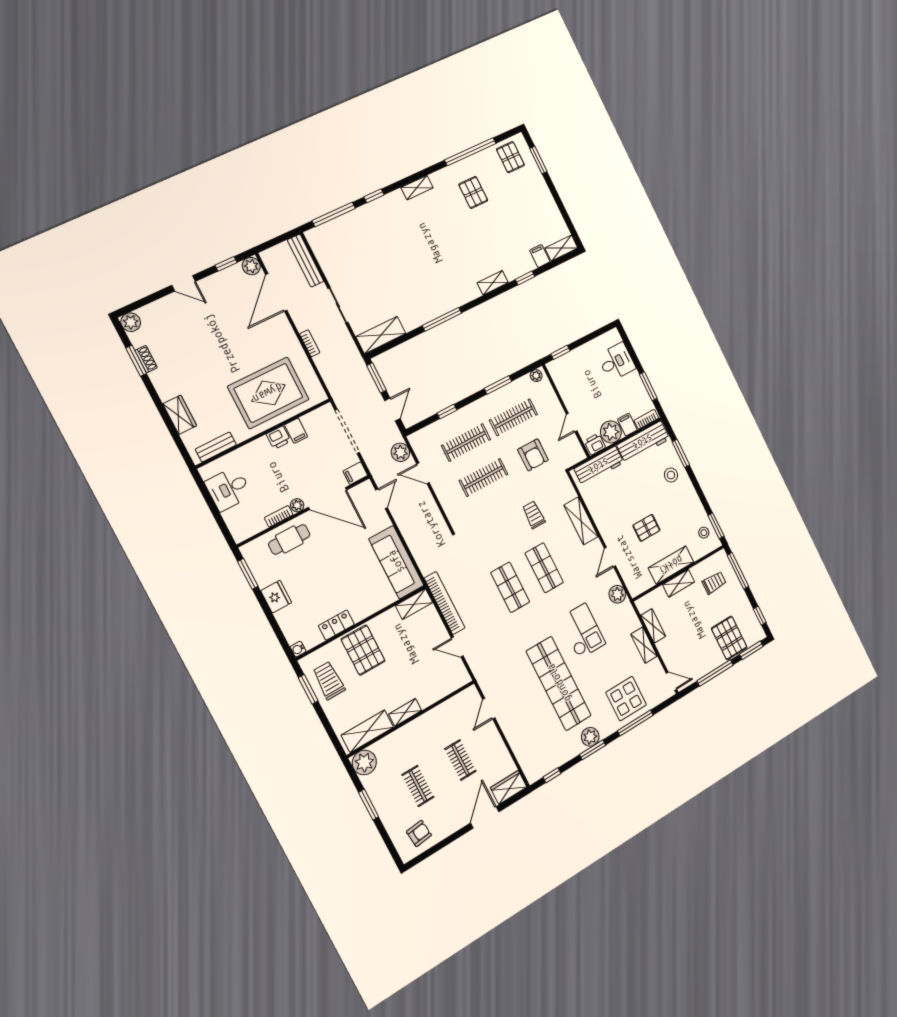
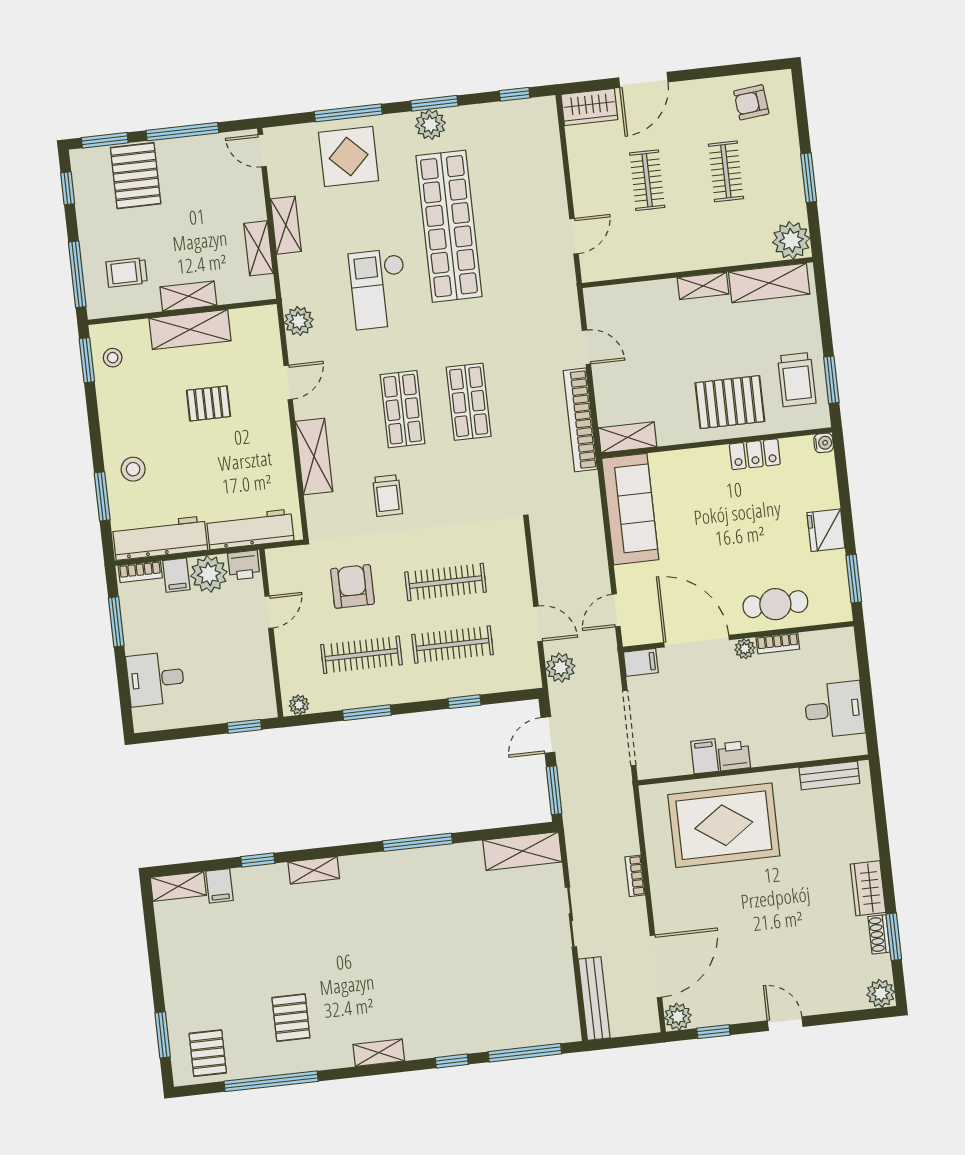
wardrobe: (180, 415) -> (868, 888), moved
pallet: (363, 650) -> (730, 402), turned 90

